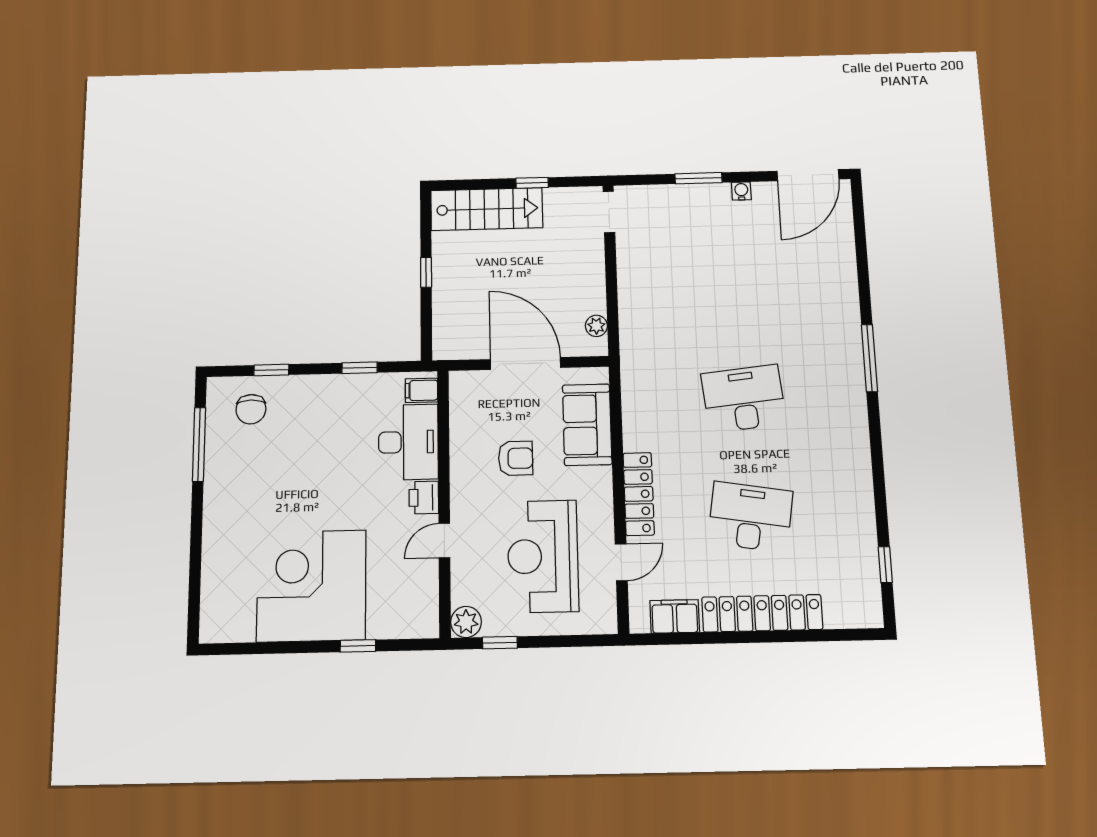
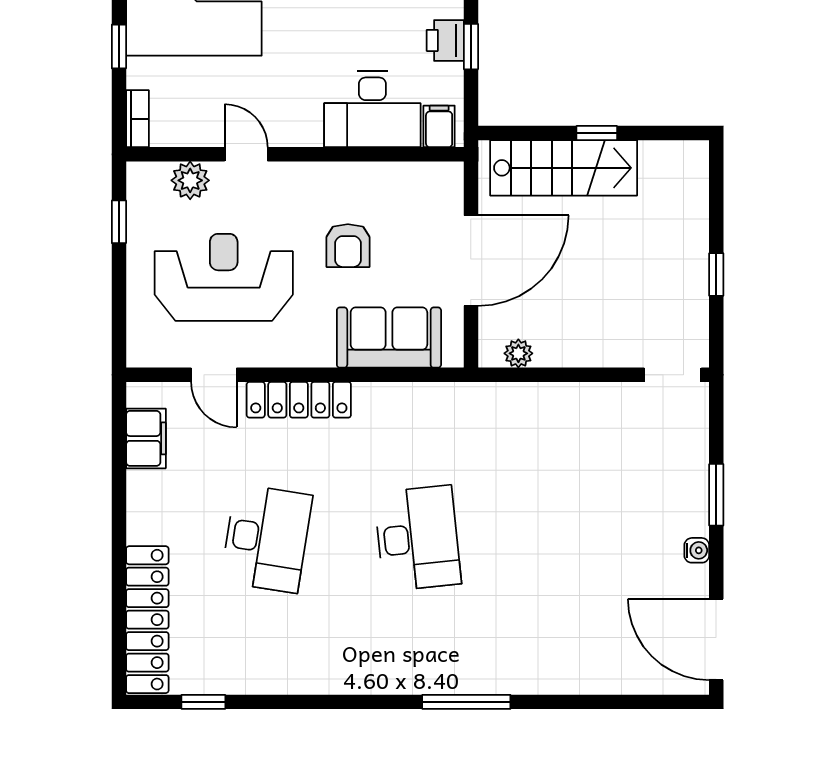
stairs: (487, 209) -> (564, 168), moved, turned -90
printer: (424, 498) -> (445, 40), moved, turned -90
locker: (762, 613) -> (147, 620), moved
plant: (466, 622) -> (190, 180), moved
bookcase: (416, 629) -> (137, 119), added

